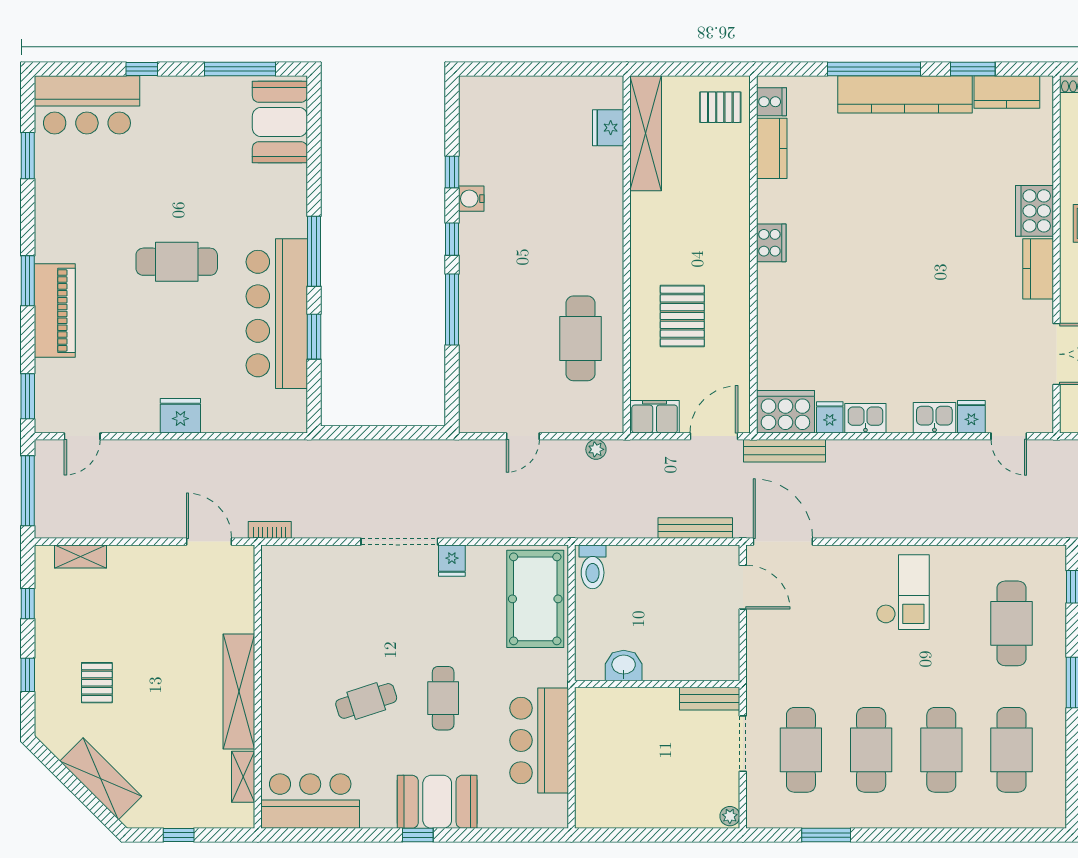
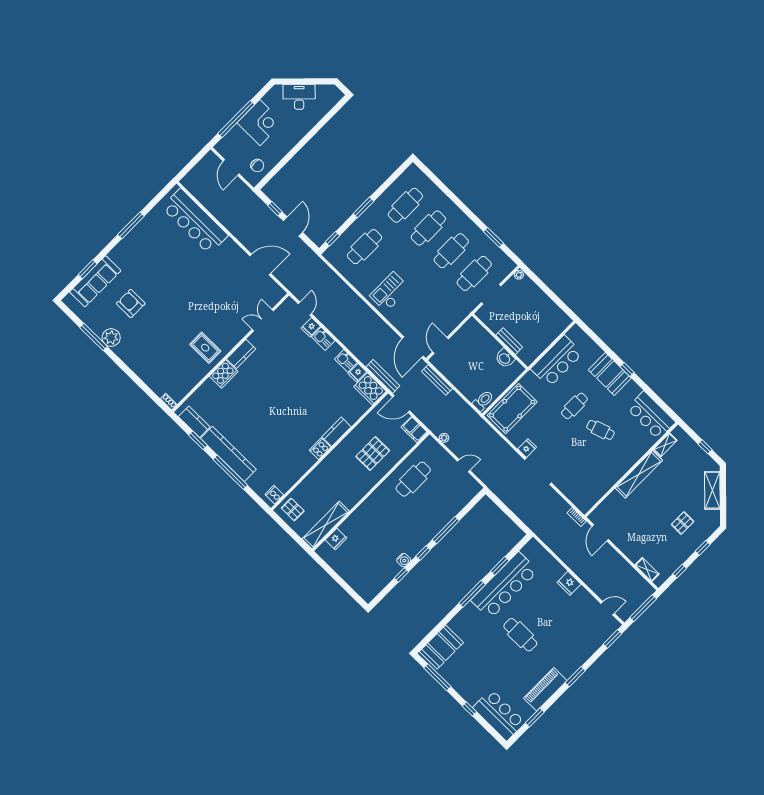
kitchen counter: (772, 148) -> (336, 432), moved
piano: (55, 310) -> (545, 689), moved
bench: (710, 699) -> (509, 341), moved

